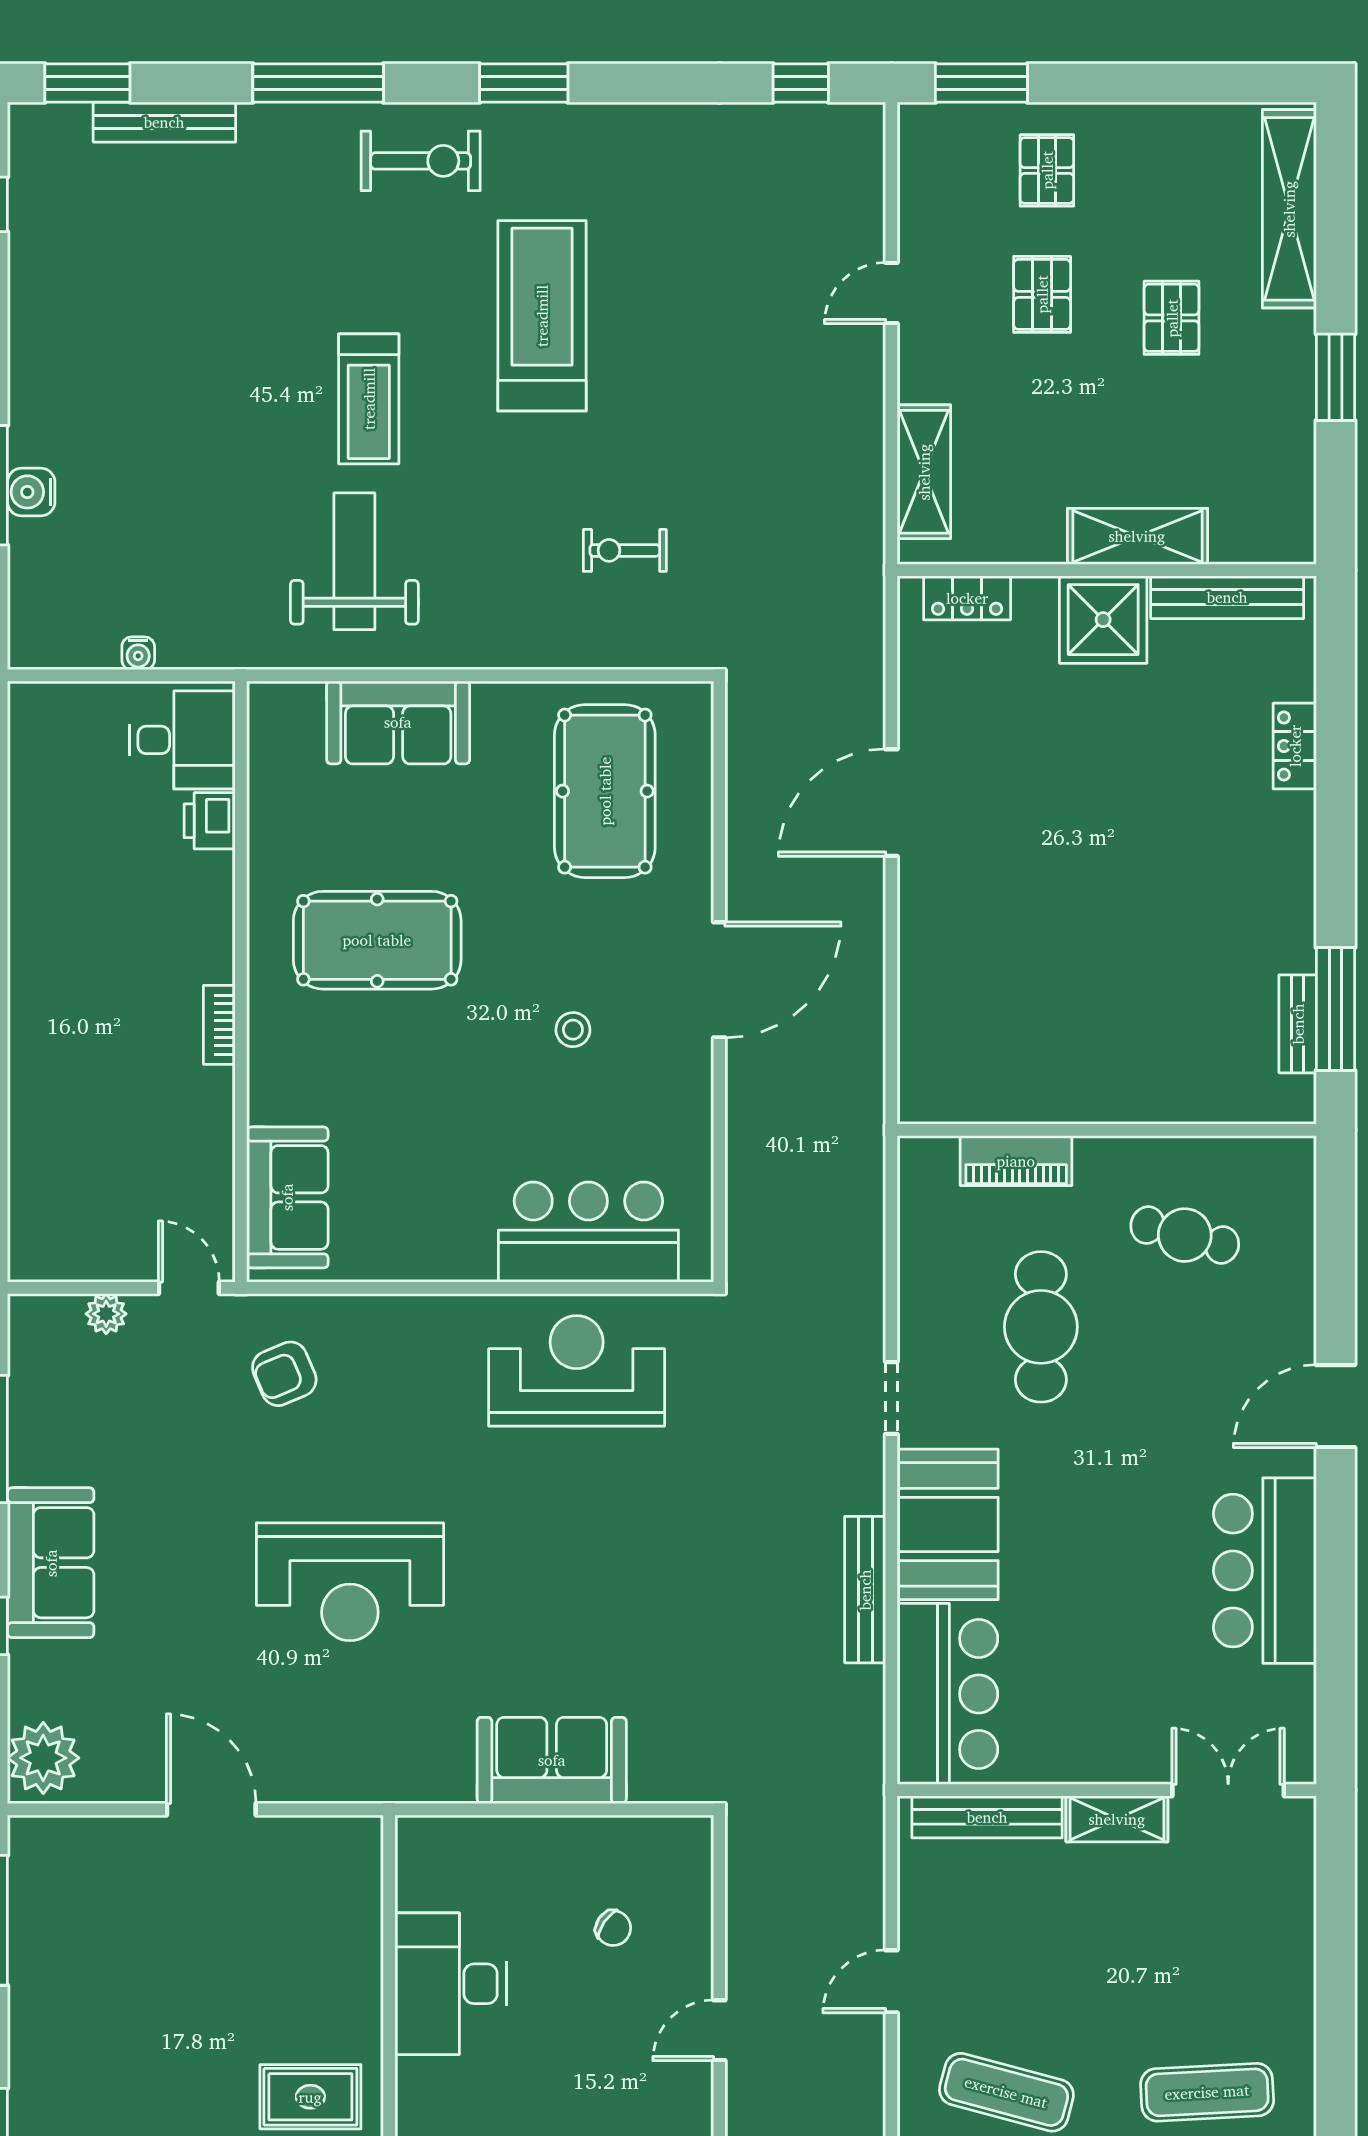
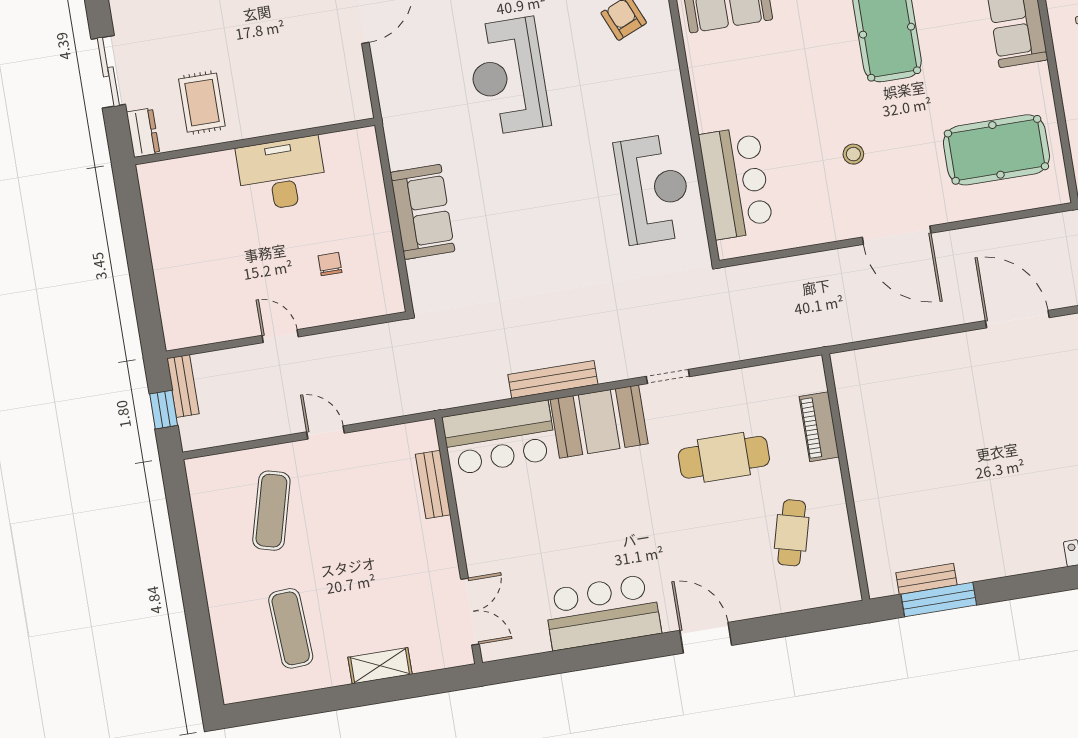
bench: (987, 1817) -> (433, 485), width x0.73
shelving: (1117, 1819) -> (380, 666), moved, turned 90
chair: (613, 1928) -> (330, 264), turned 146

